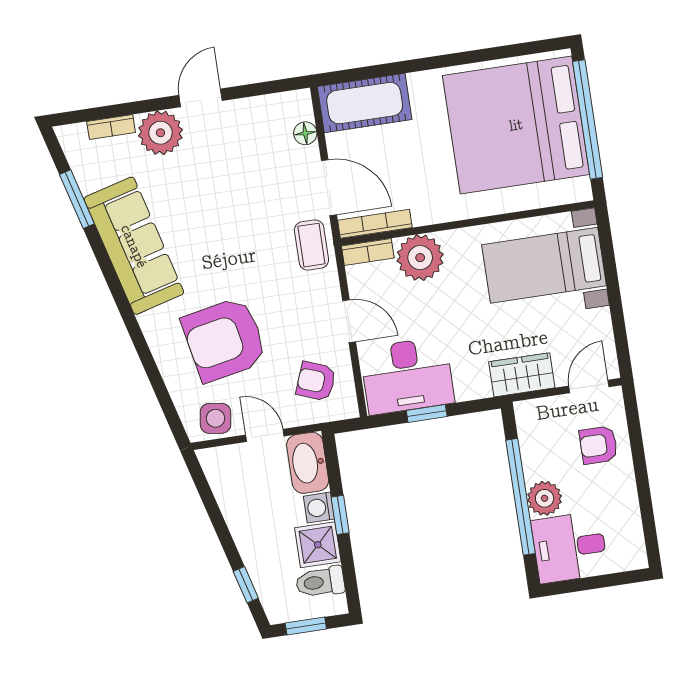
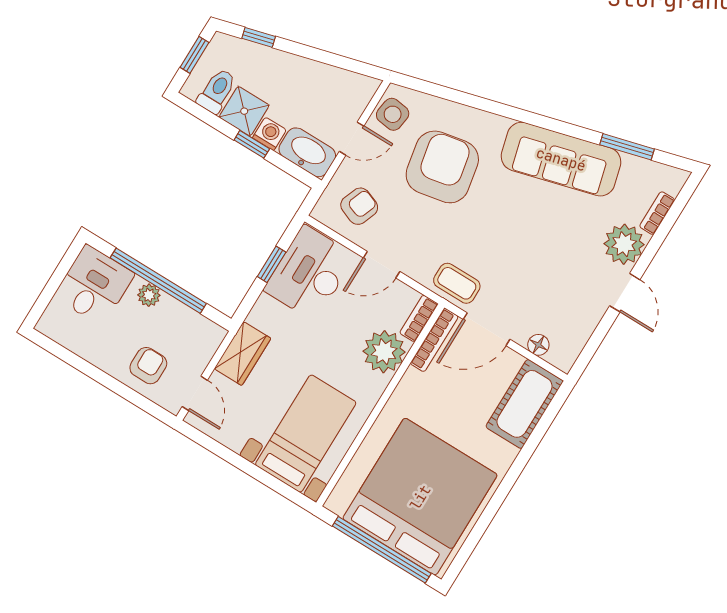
plant: (545, 498) -> (149, 295), width x0.73, depth x0.73

